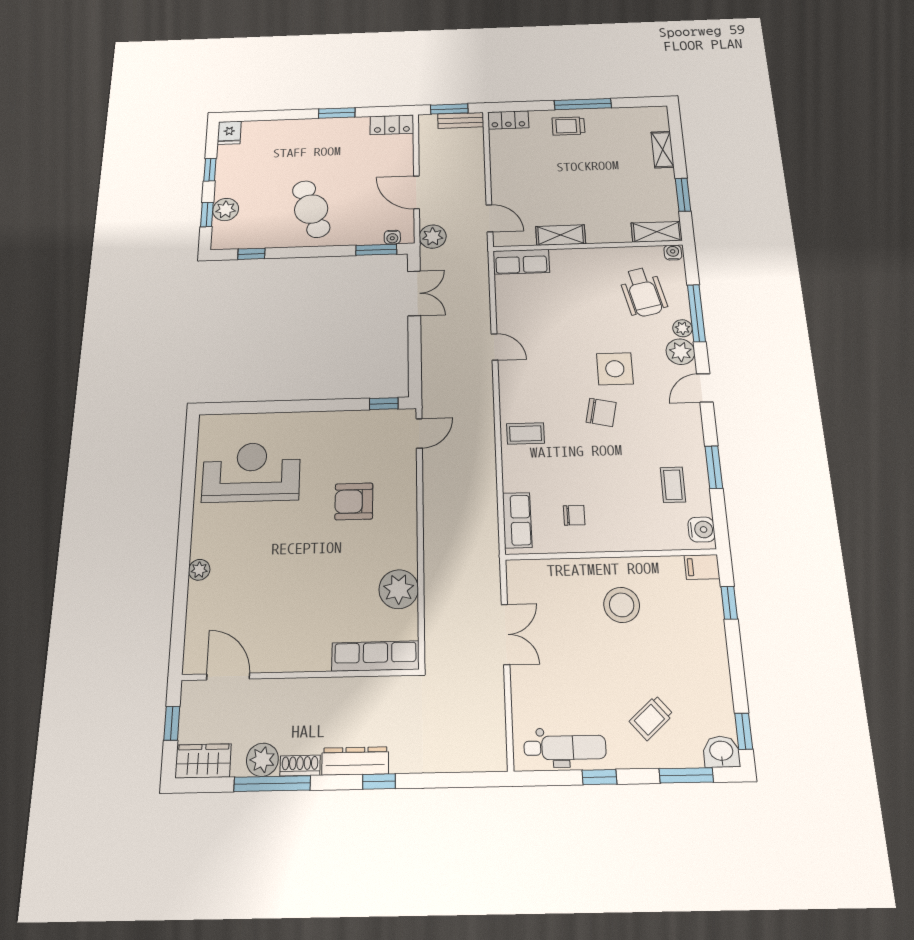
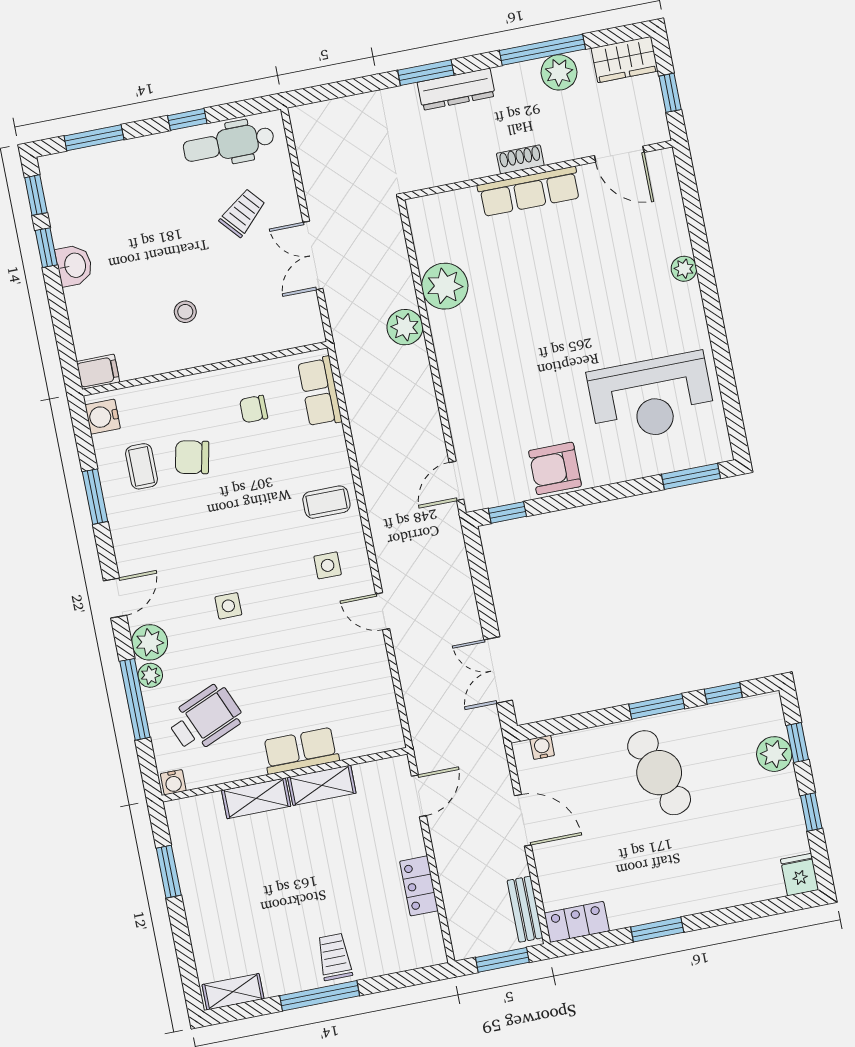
bench: (461, 120) -> (525, 909), moved, turned 90
locker: (508, 120) -> (419, 886), moved, turned -90
trolley: (568, 126) -> (334, 957), turned -90
shelving: (663, 150) -> (233, 992), moved, turned 90
door: (489, 218) -> (419, 796), swing flipped
shelving: (657, 232) -> (256, 798), moved
plant: (433, 237) -> (405, 327), moved
window: (376, 250) -> (657, 706), moved
row of seats: (521, 262) -> (301, 751), moved
wheelchair: (643, 292) -> (205, 718), turned 80
side table: (615, 369) -> (228, 606), width x0.54, depth x0.54
side table: (532, 386) -> (328, 565), added
window: (236, 408) -> (691, 476), added
chair: (601, 412) -> (192, 457), moved
armchair: (354, 501) -> (555, 468), moved, turned 180
window: (729, 603) -> (46, 248), moved
stool: (622, 605) -> (185, 312), width x0.53, depth x0.53
row of seats: (375, 656) -> (529, 191), moved
trolley: (651, 718) -> (243, 213), moved
washbasin: (721, 752) -> (74, 265), moved, turned -90
shoe rack: (300, 766) -> (520, 159), moved, turned 180
window: (379, 781) -> (426, 73), width x1.50

